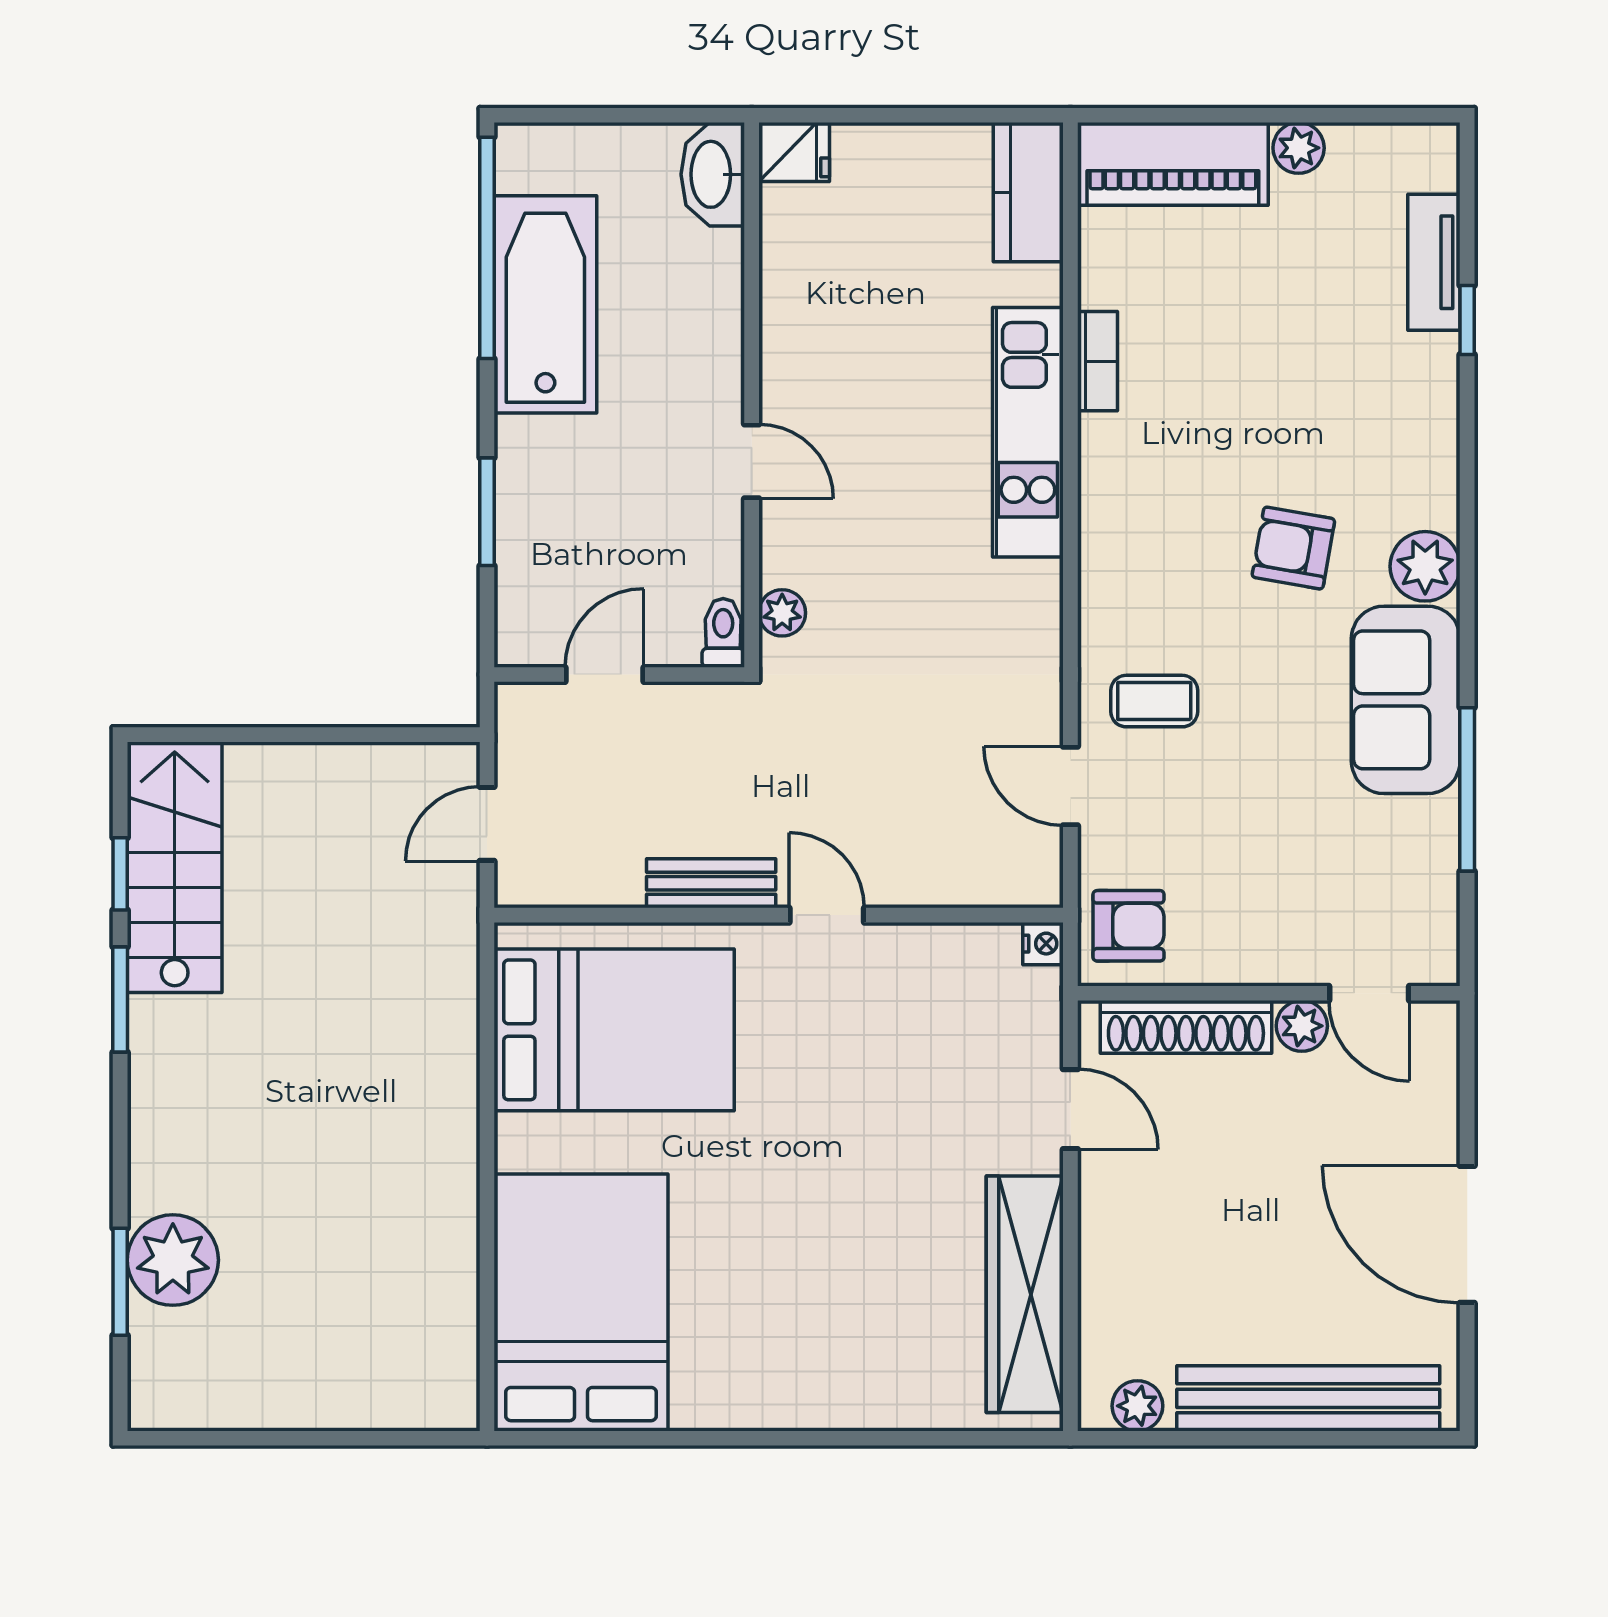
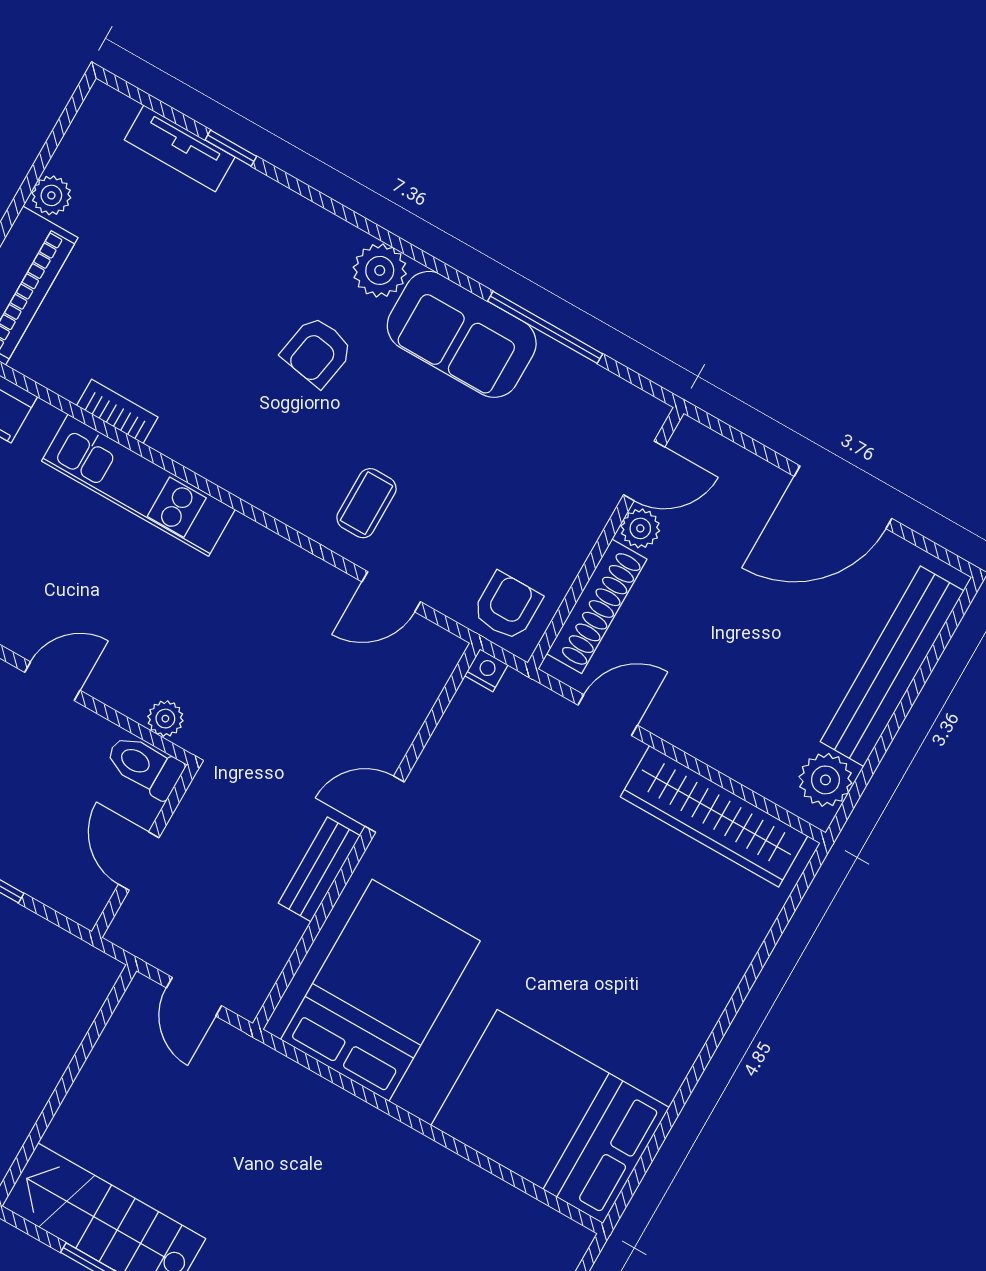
toilet: (723, 633) -> (144, 766), width x1.37, depth x1.39
plant: (1137, 1406) -> (825, 780), width x1.38, depth x1.38

